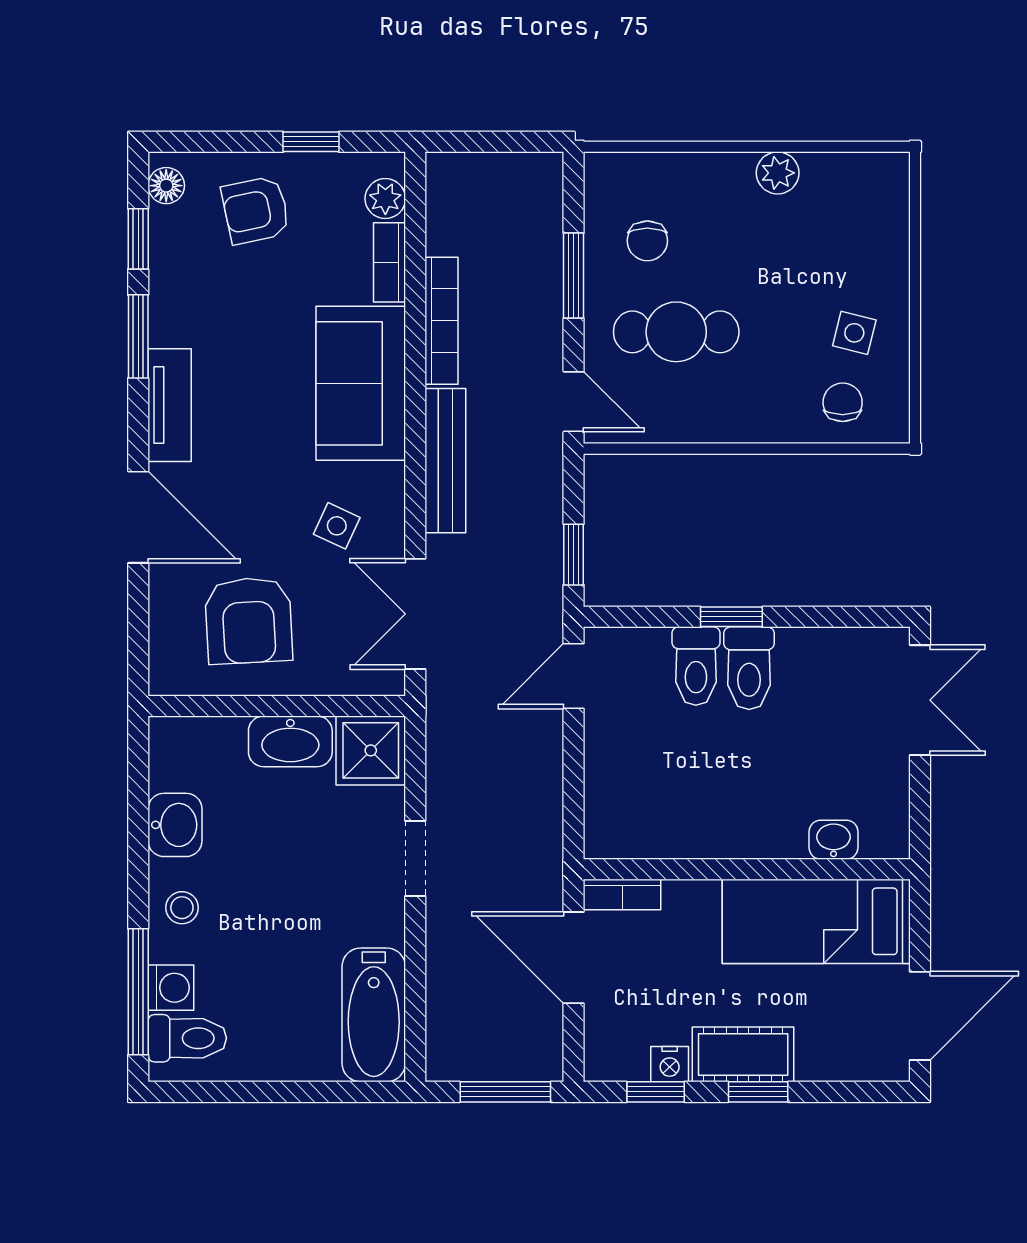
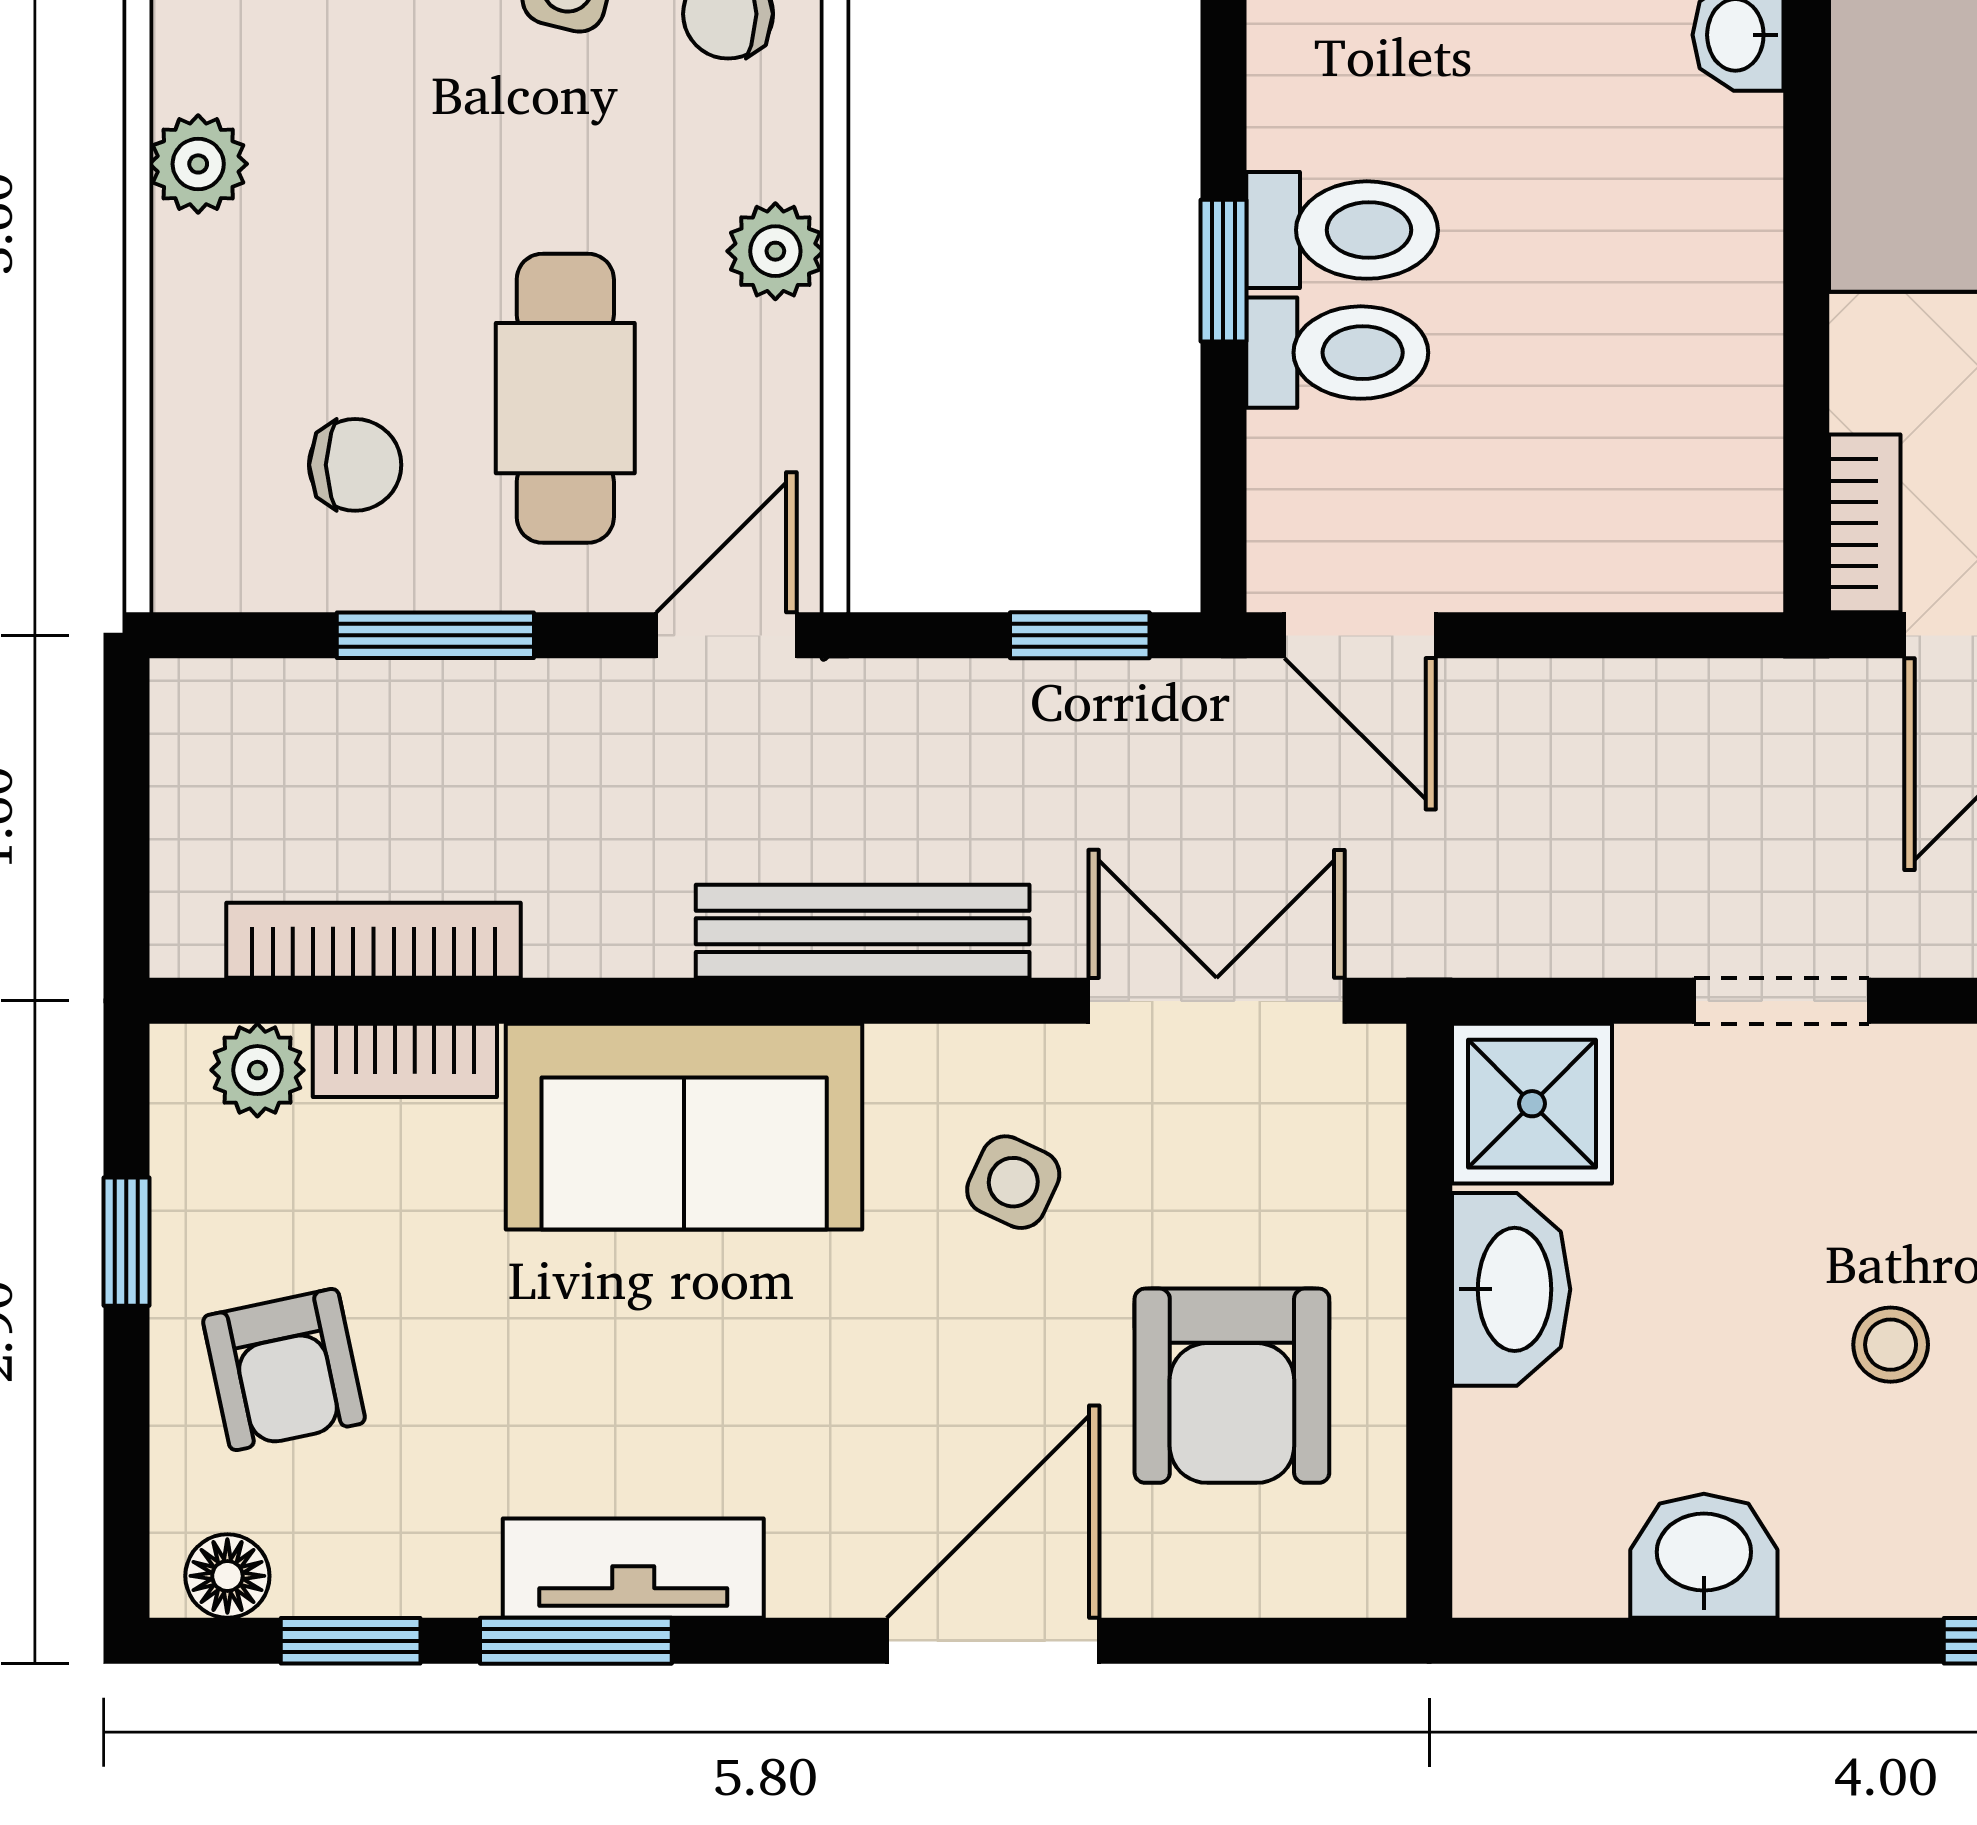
bookcase: (441, 321) -> (374, 940), moved
tv unit: (170, 405) -> (633, 1568), moved
plant: (740, 423) -> (775, 251), added
double door: (415, 614) -> (1217, 1001), swing flipped
armchair: (249, 621) -> (1232, 1386), turned 93
stool: (182, 908) -> (1891, 1345), moved

